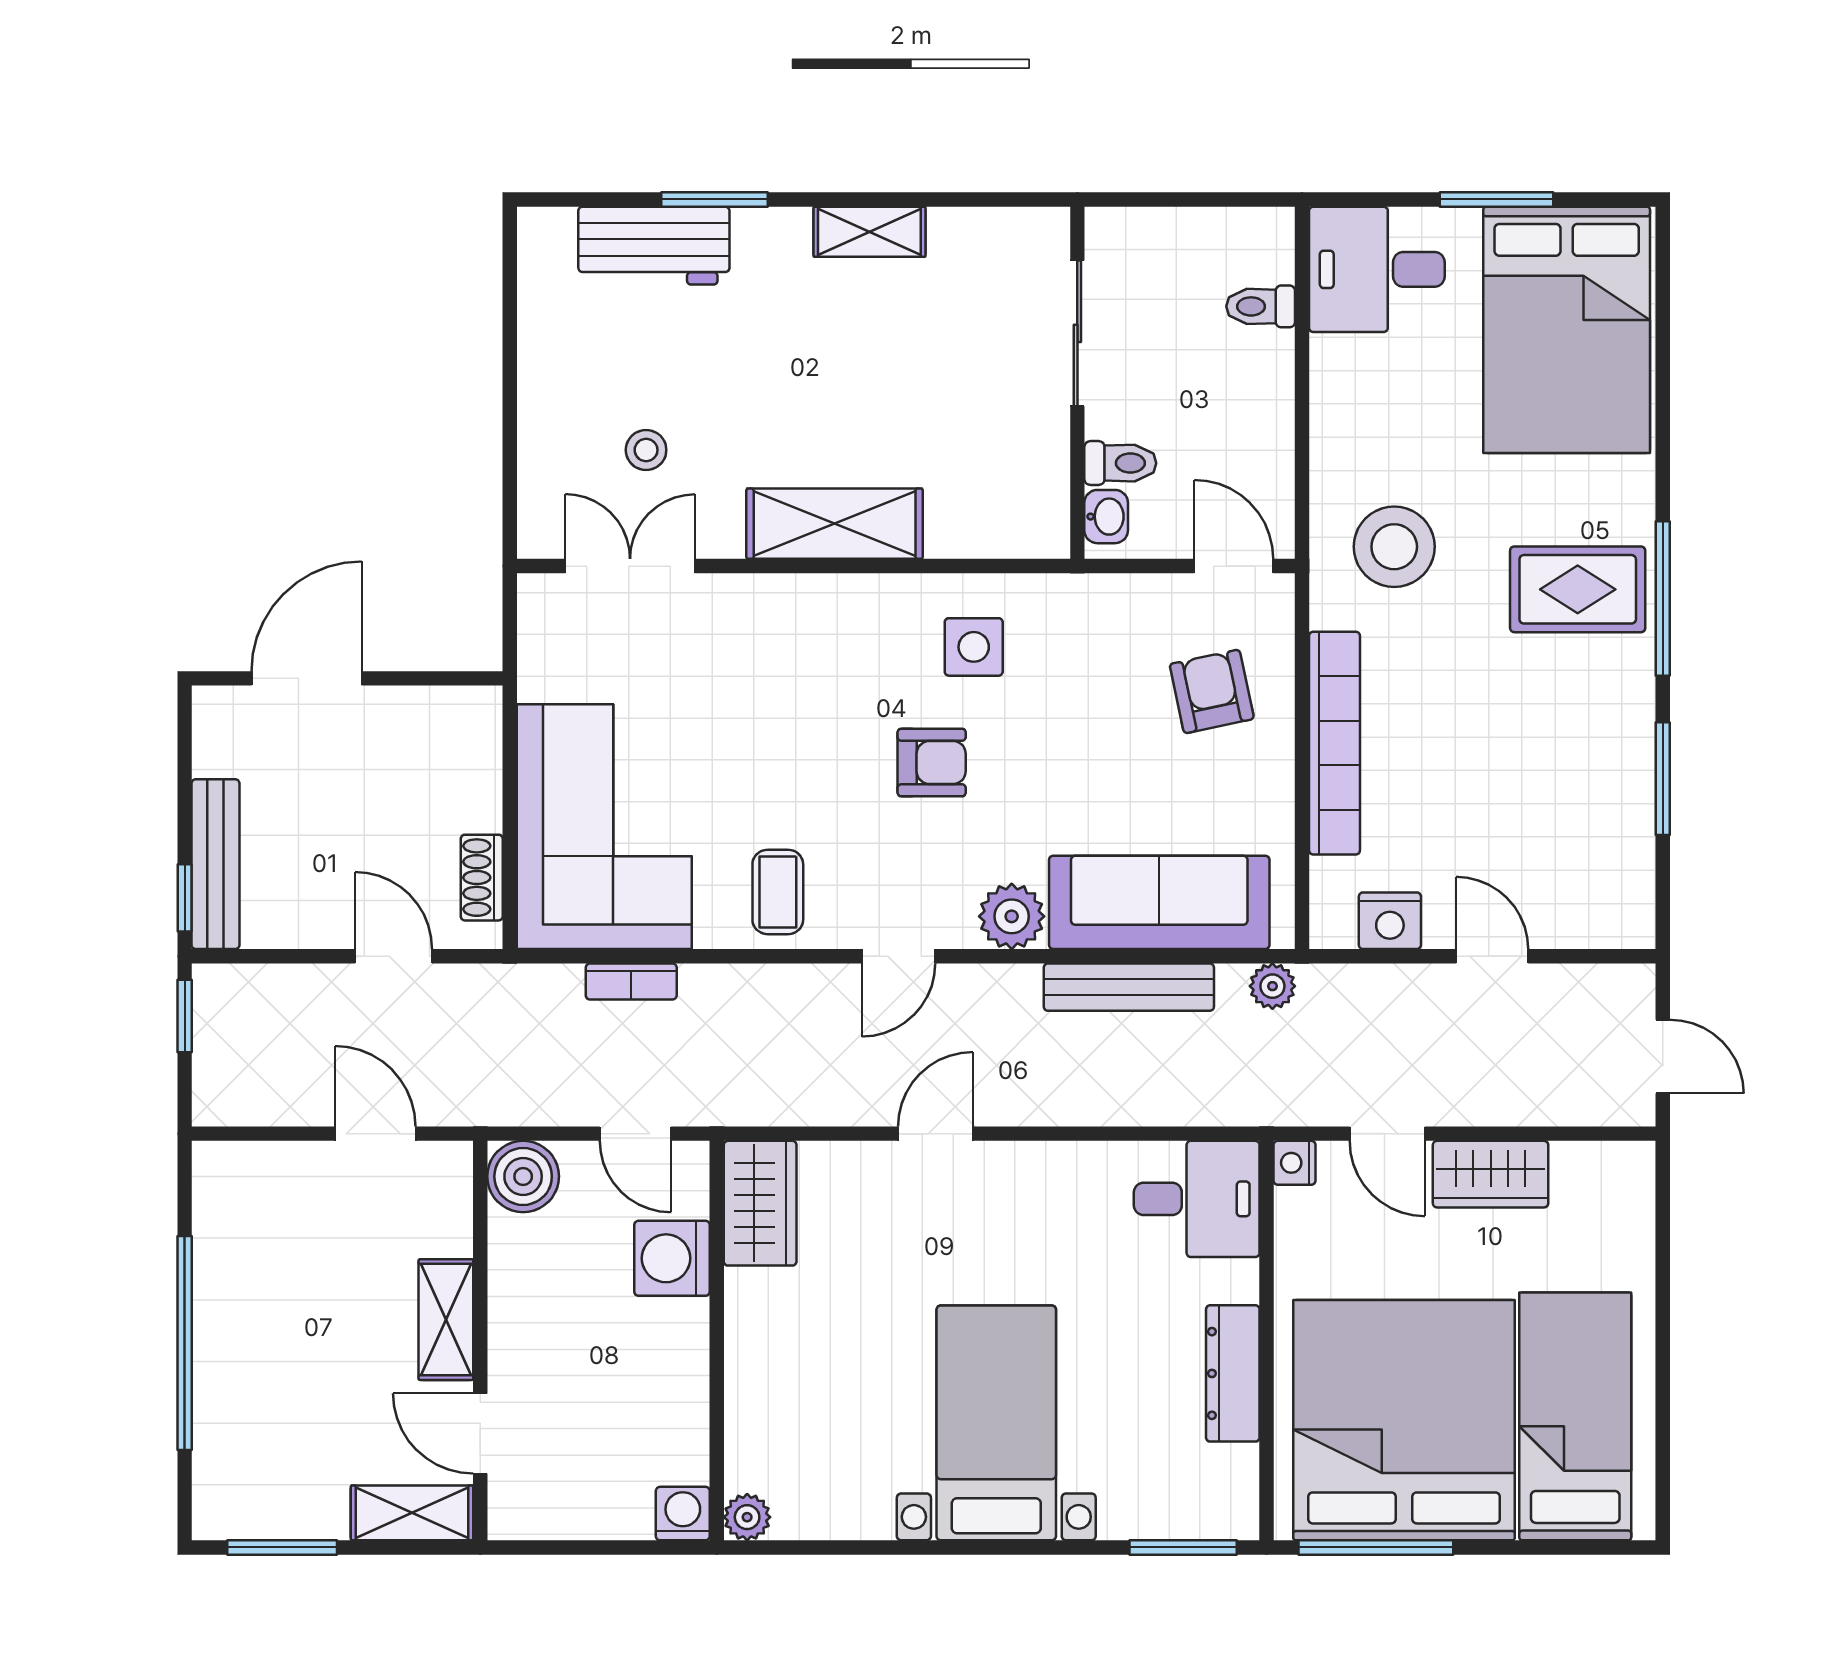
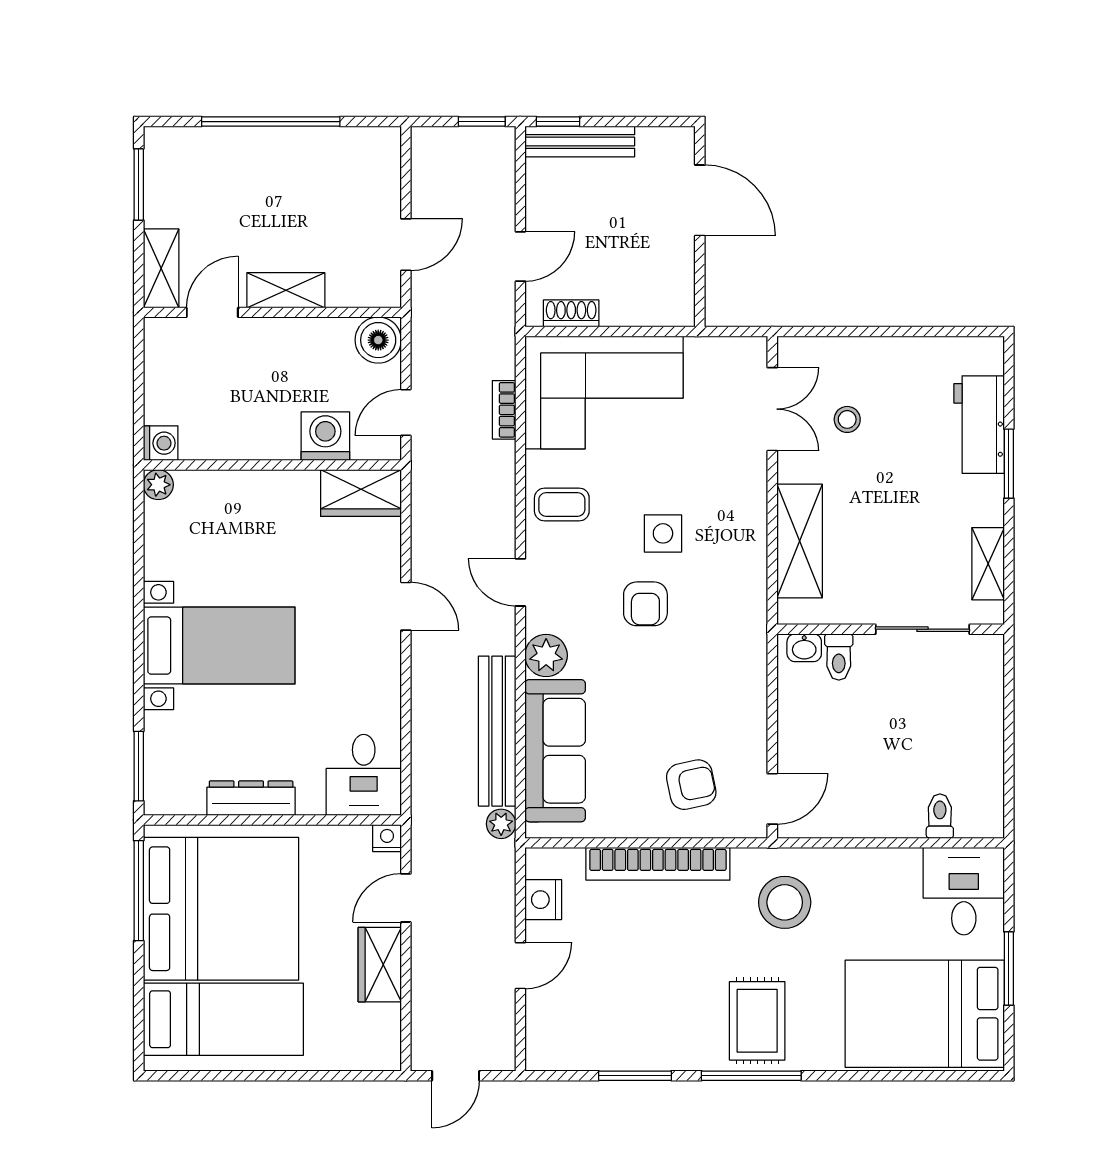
sliding door: (1077, 333) -> (922, 629), moved
wall: (1077, 383) -> (891, 629), moved
toilet: (1120, 463) -> (839, 657), moved
washbasin: (1106, 517) -> (804, 648), moved
side table: (974, 647) -> (663, 533), moved
bench: (1129, 987) -> (497, 731), width x1.37, depth x1.21

